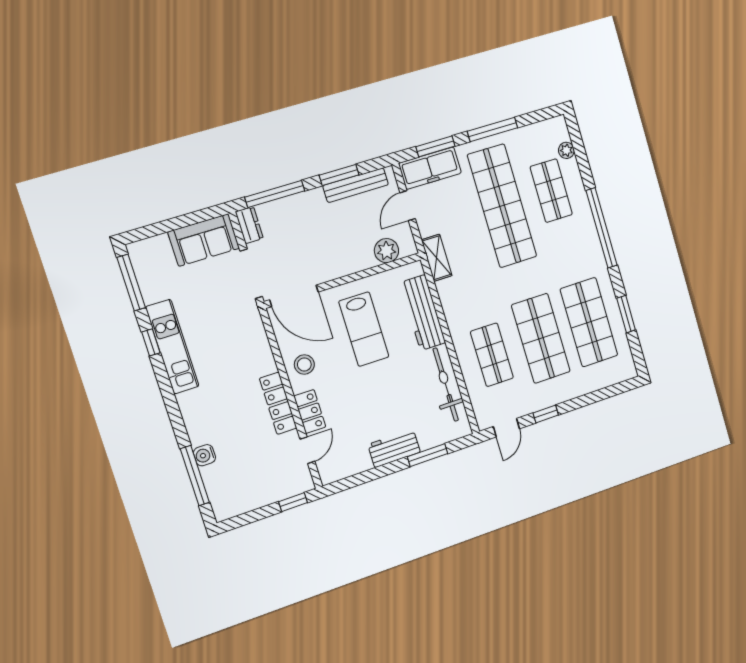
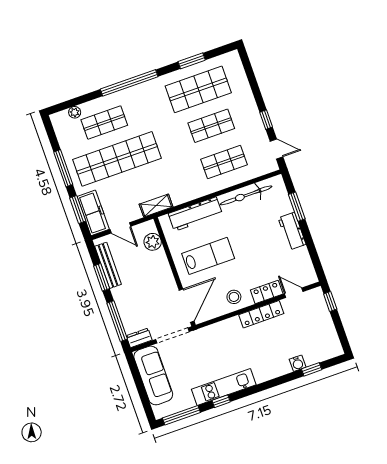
sofa: (204, 240) -> (153, 375), width x1.36
shop shelf: (541, 338) -> (211, 126), width x0.70, depth x0.74
window: (195, 476) -> (312, 369), width x0.46

